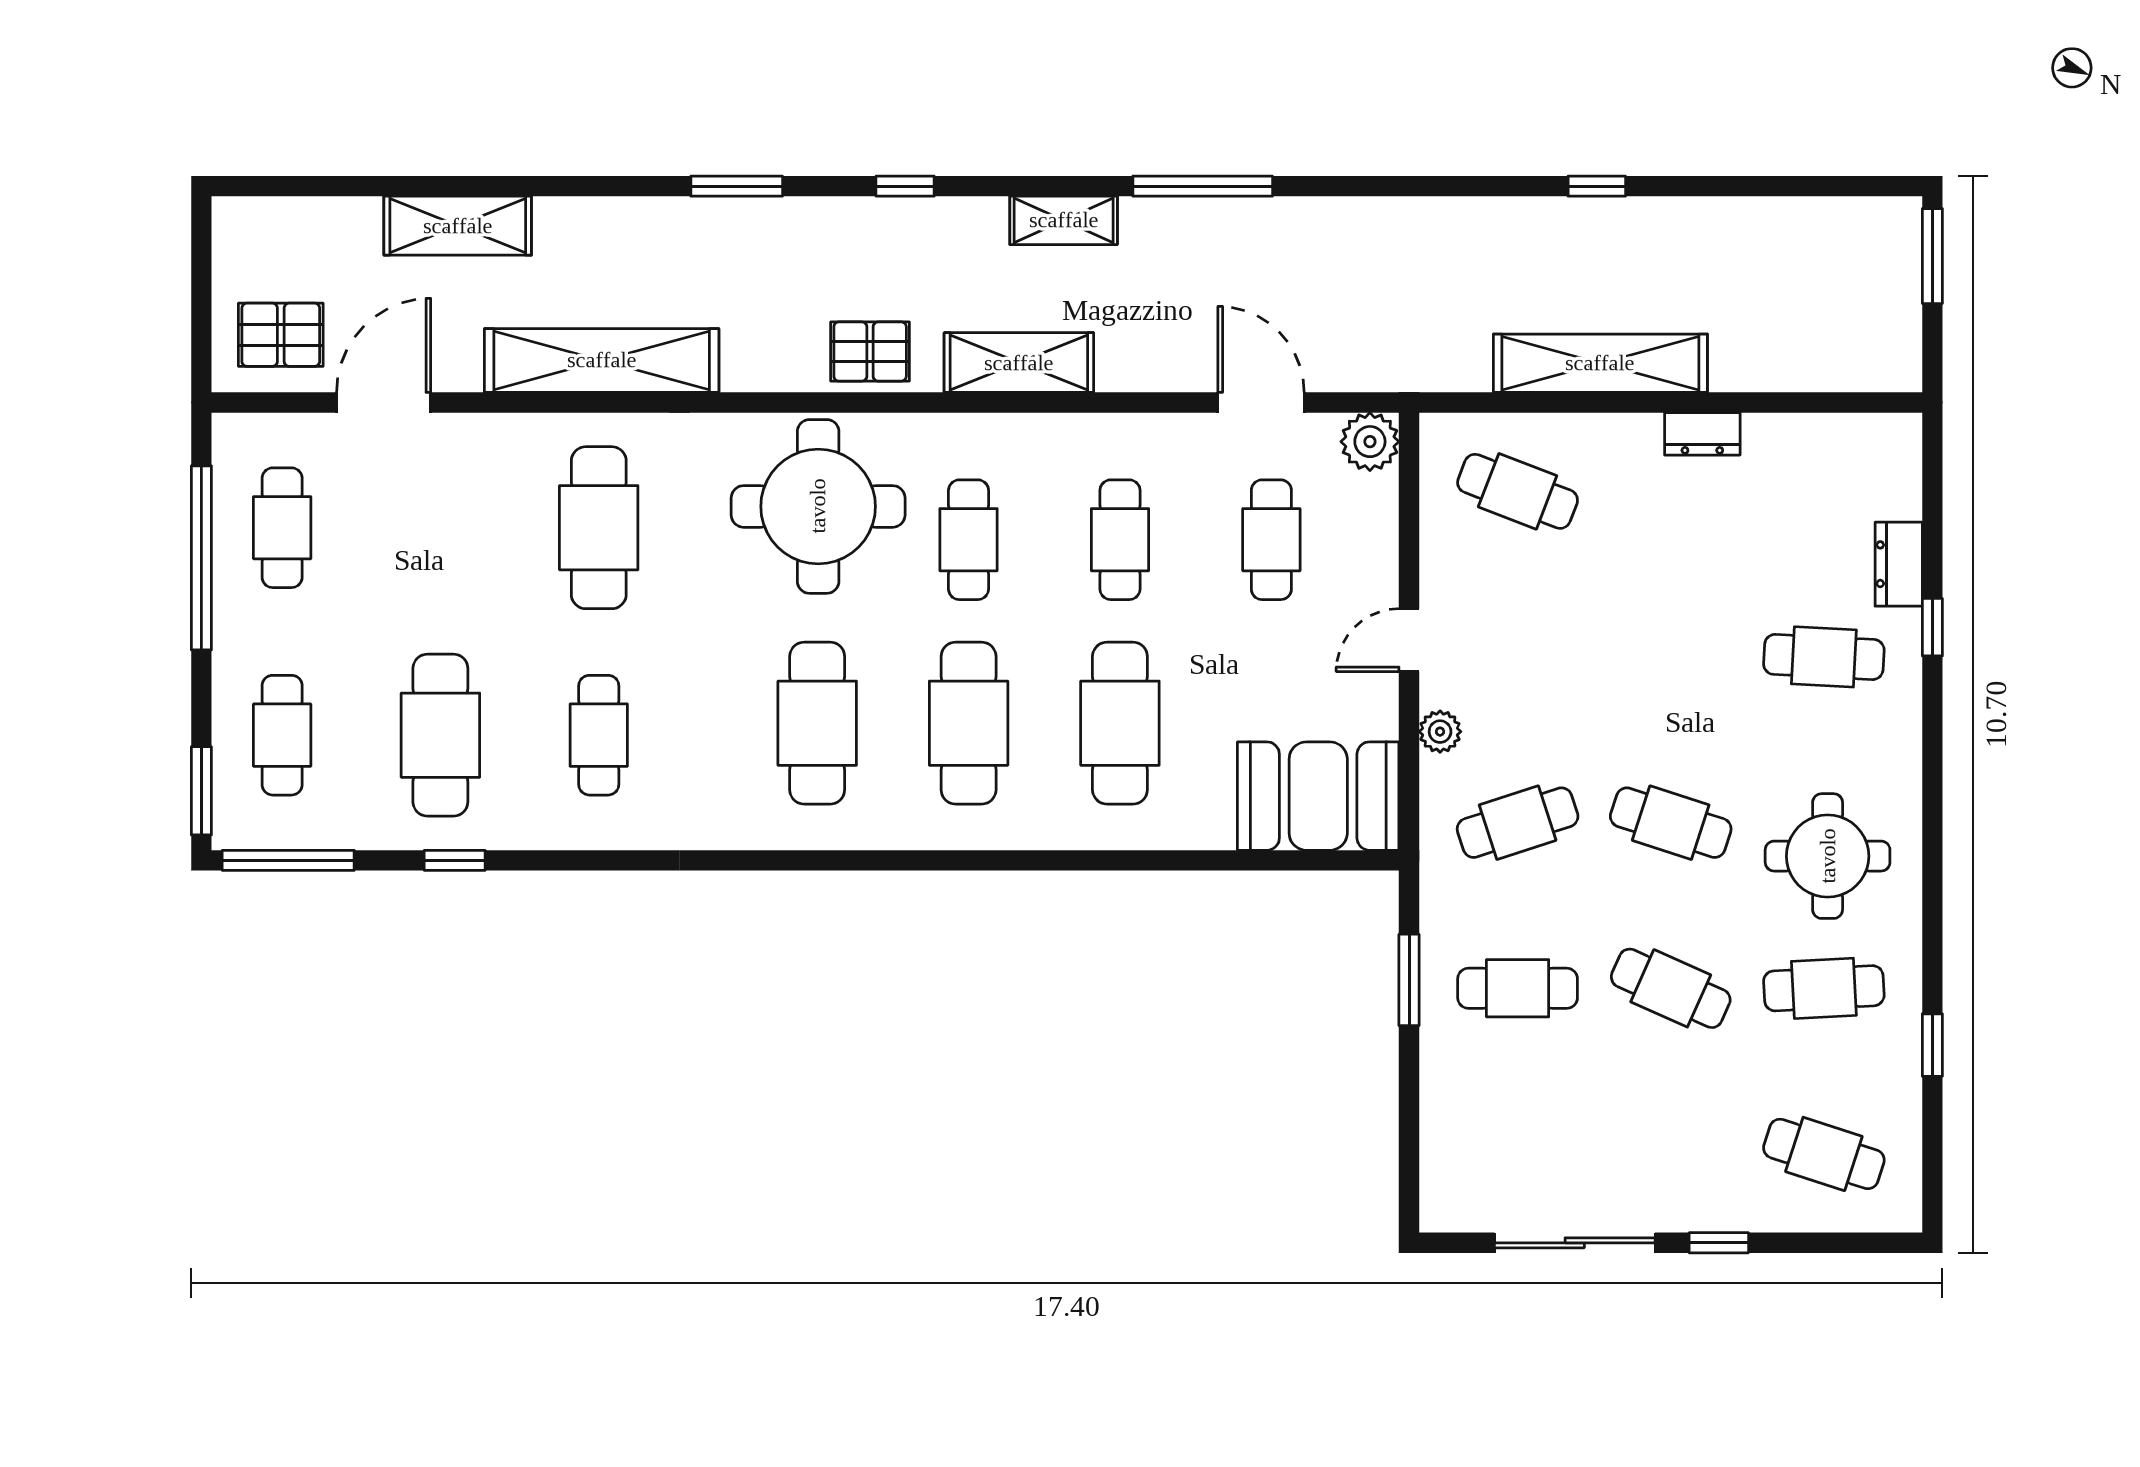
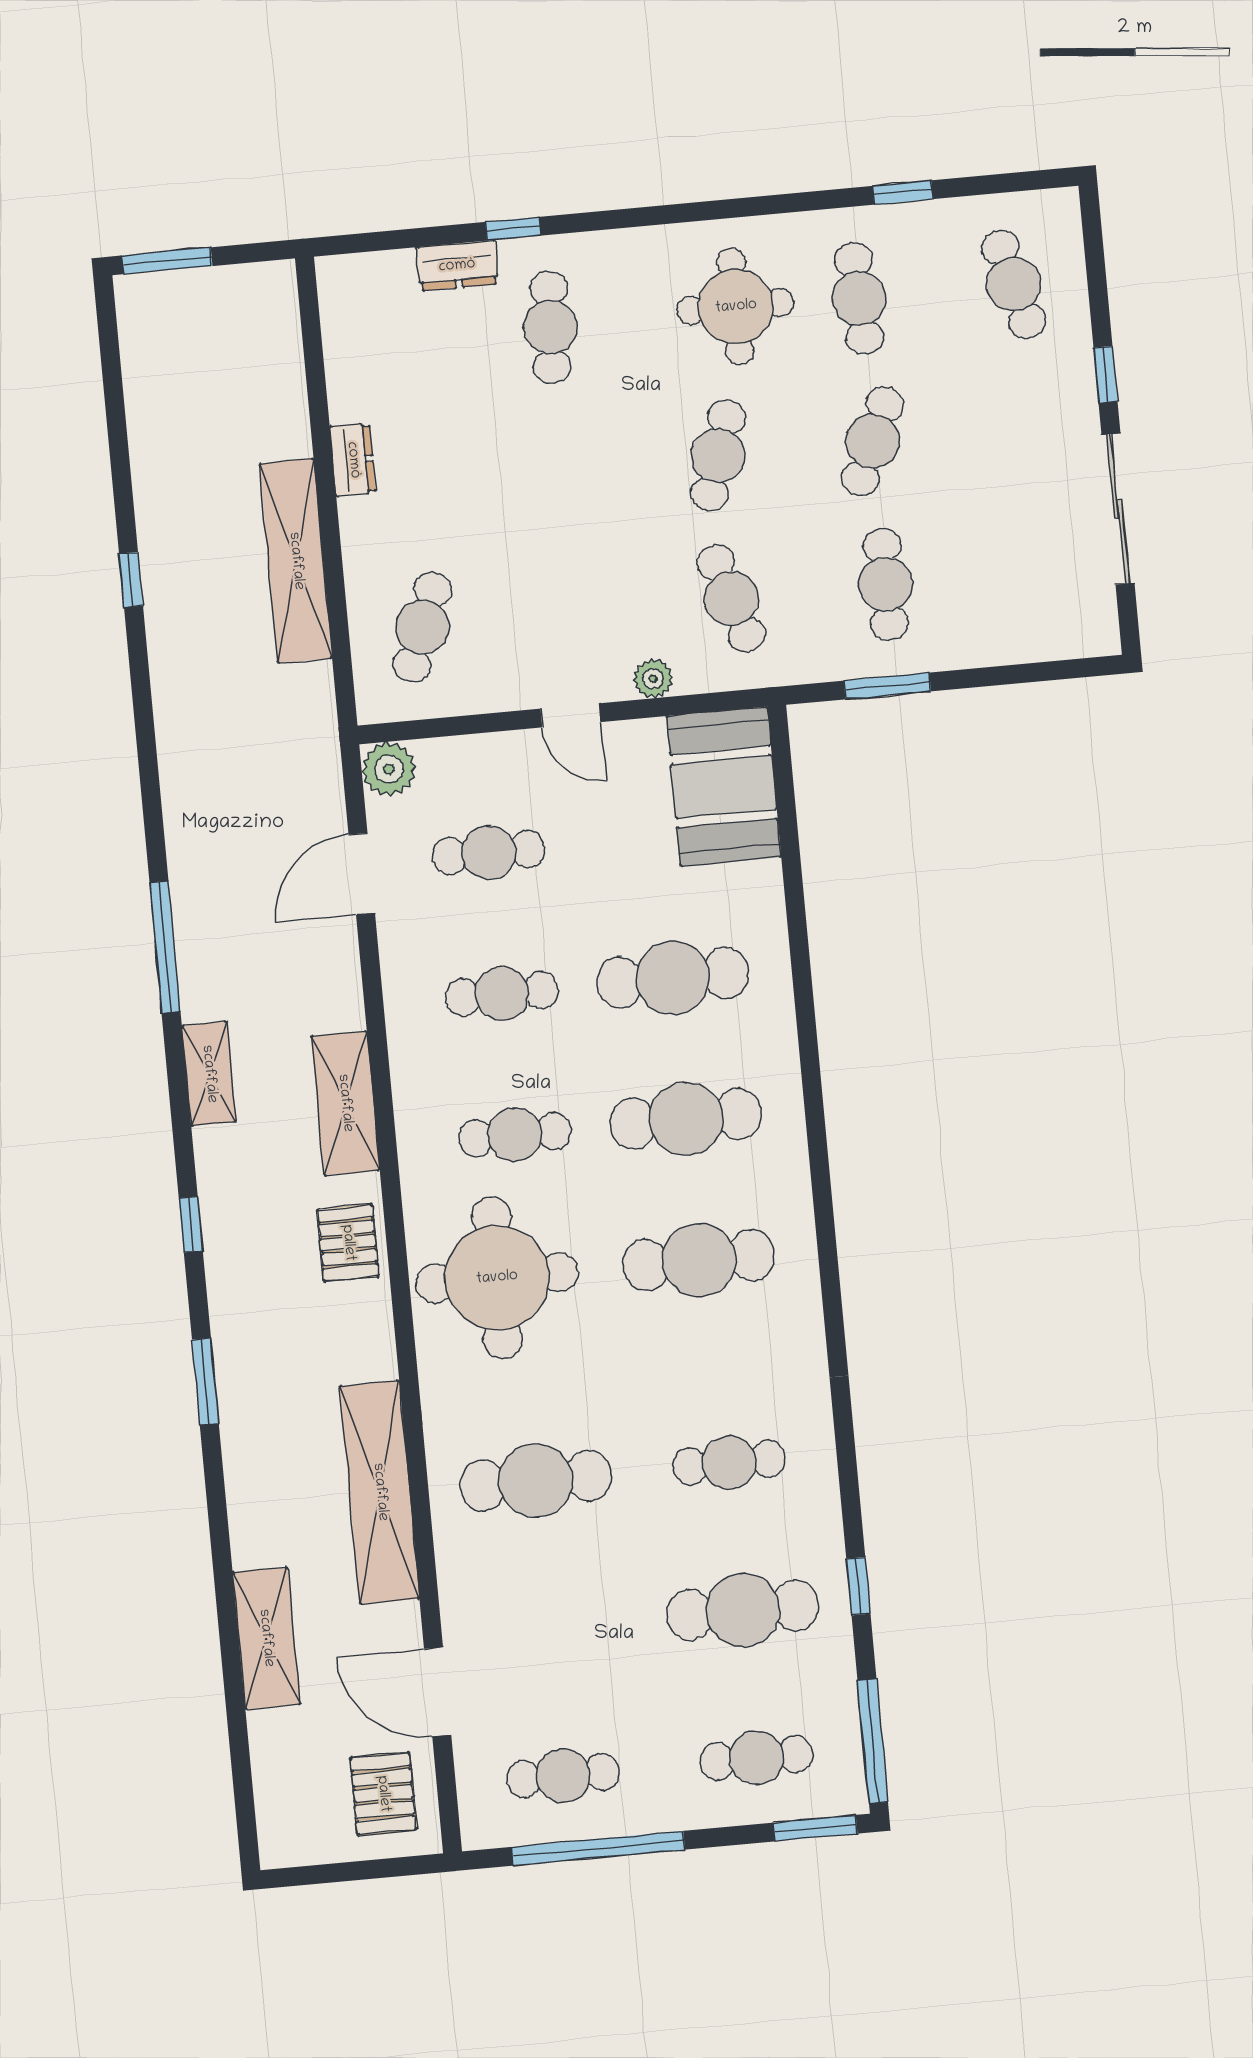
cafe table: (1824, 1154) -> (1014, 284), turned -33

